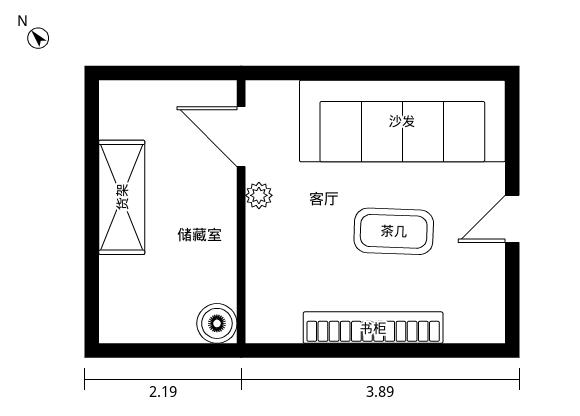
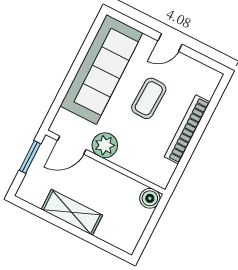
window: (182, 73) -> (30, 157), added
plant: (259, 195) -> (105, 145), width x1.87, depth x1.87
door: (512, 219) -> (170, 42), hinge flipped

